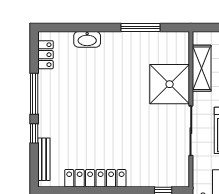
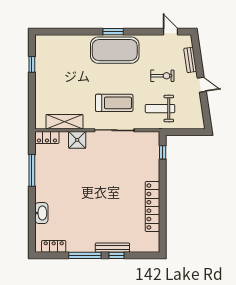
locker: (182, 46) -> (47, 137), added
shower: (170, 84) -> (77, 140), width x0.54, depth x0.54
bench: (44, 159) -> (112, 248), moved

